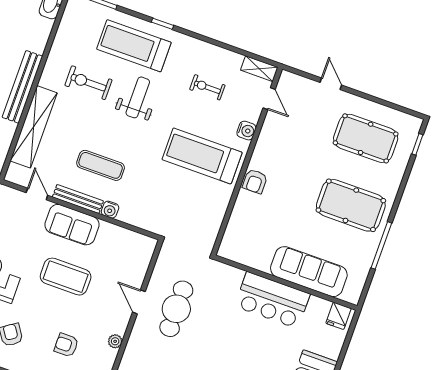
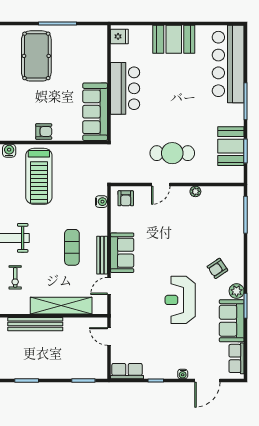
exercise bike: (88, 83) -> (15, 277), width x0.73, depth x0.72
water cooler: (110, 210) -> (101, 202), moved
sofa: (309, 272) -> (95, 112), moved
coffee table: (66, 277) -> (161, 244), removed
cafe table: (176, 309) -> (172, 153), moved
armchair: (66, 345) -> (126, 198), moved

